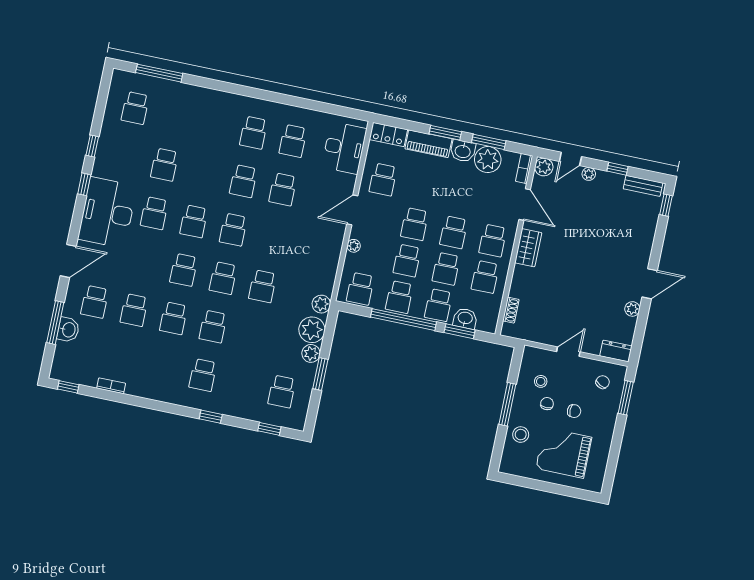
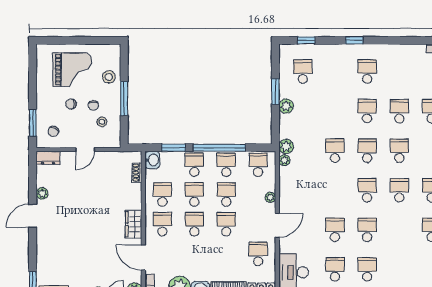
washbasin: (465, 318) -> (152, 160), moved, turned -90
plant: (312, 330) -> (284, 160), moved, width x0.53, depth x0.53

